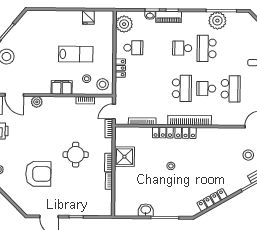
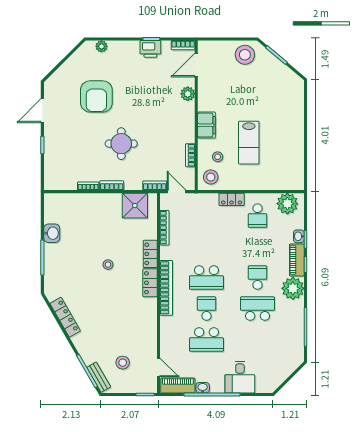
fridge: (88, 17) -> (295, 158), removed
plant: (217, 21) -> (293, 288), moved
shower: (124, 157) -> (135, 206), moved

